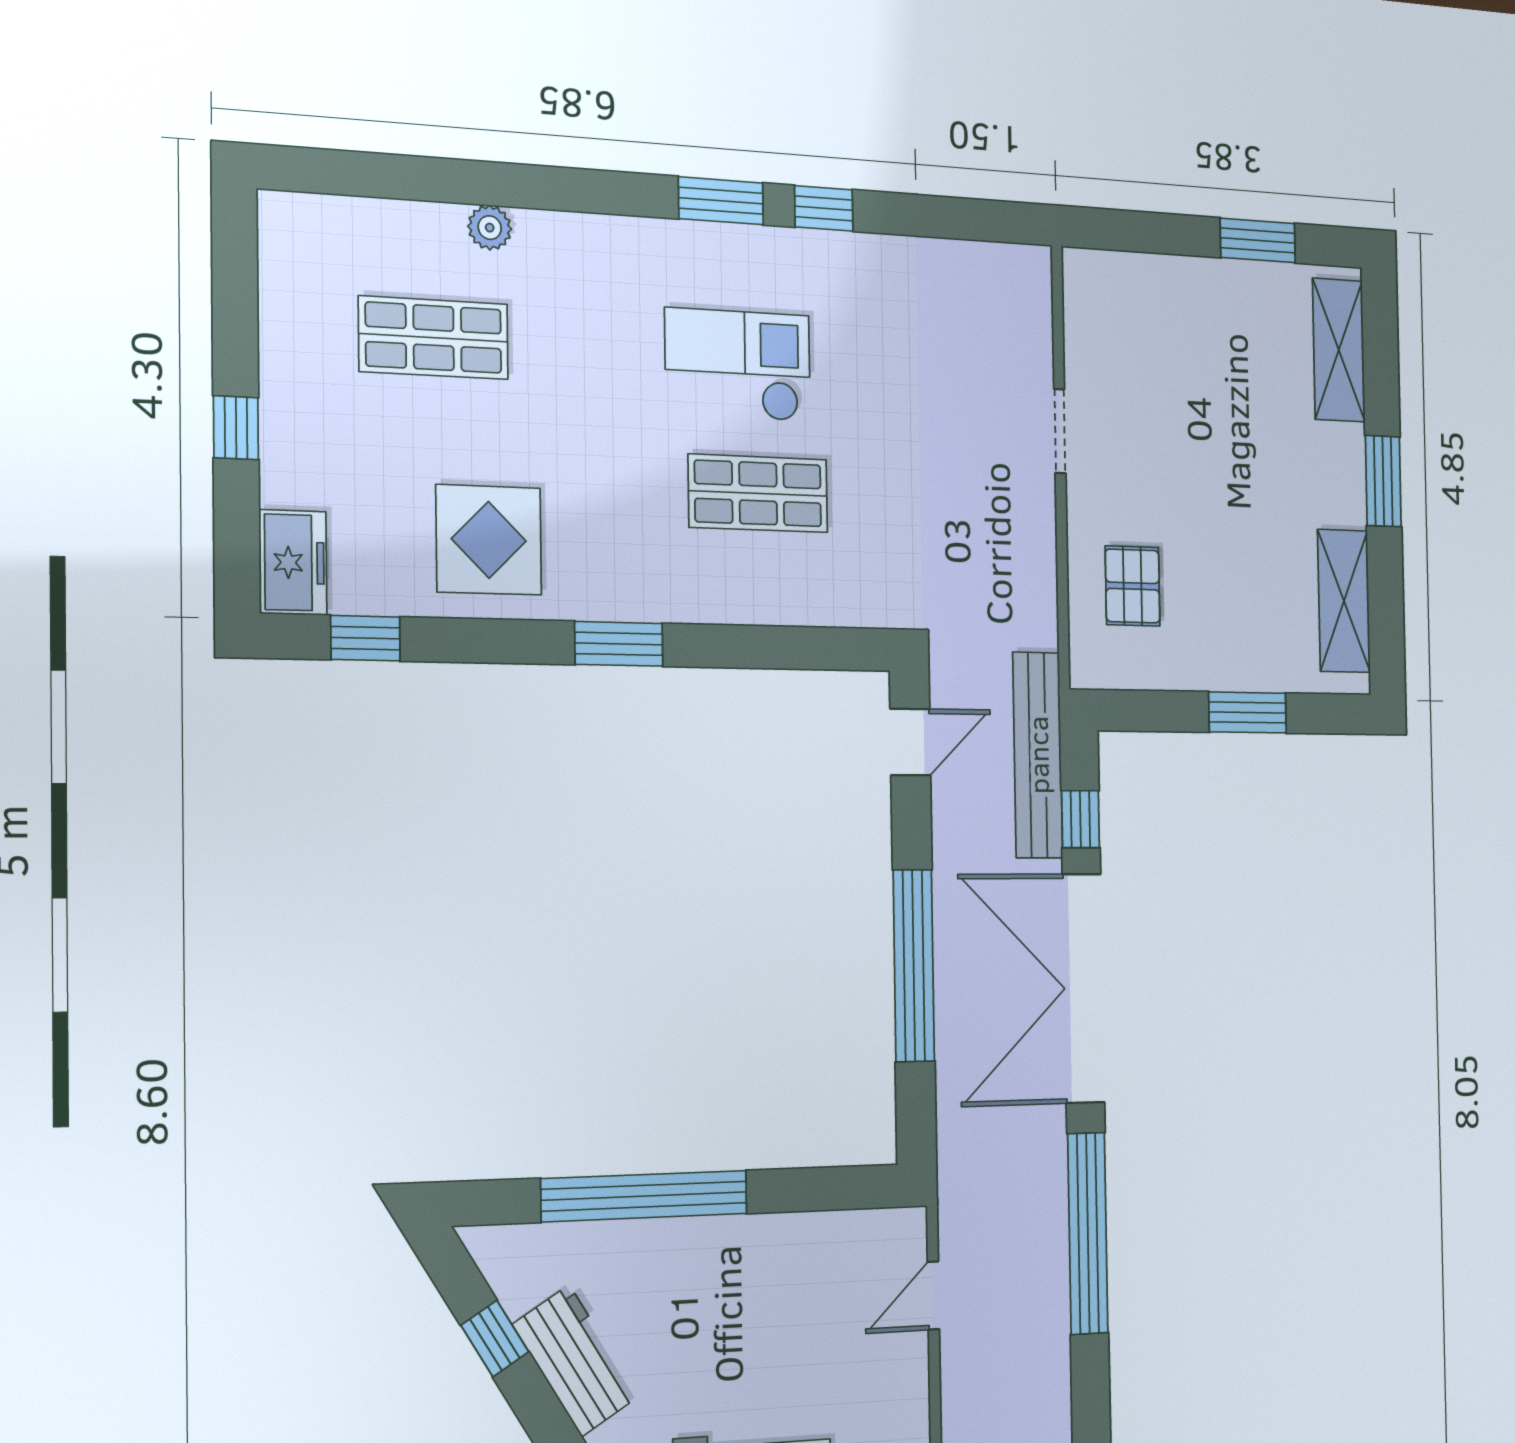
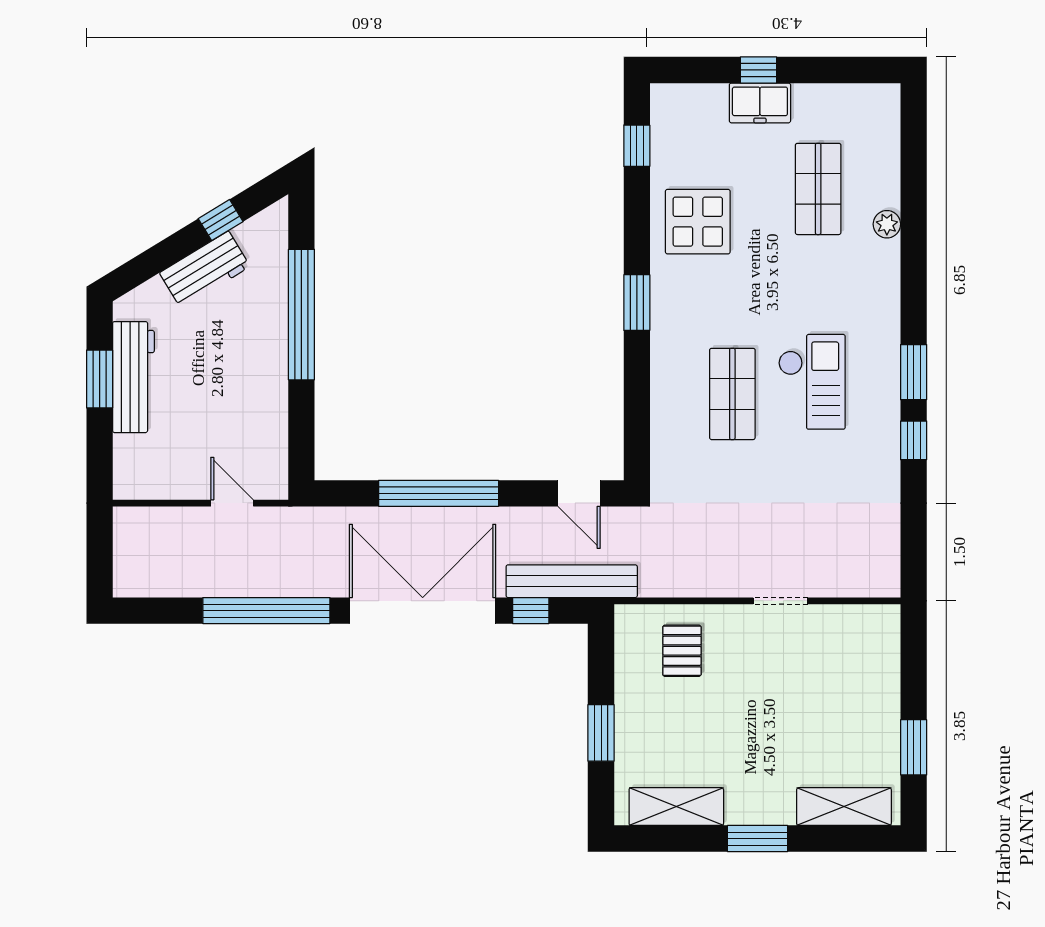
freezer: (293, 563) -> (760, 103), moved
pallet: (1133, 586) -> (682, 651), turned 90

